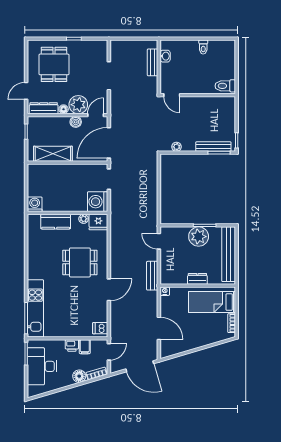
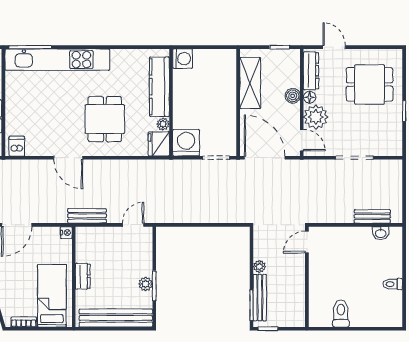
door: (172, 95) -> (307, 242), moved
wall: (198, 95) -> (307, 277), moved
boiler: (76, 122) -> (293, 96), moved
plant: (176, 147) -> (259, 267), moved
kitchen counter: (56, 222) -> (159, 87), width x1.50
plant: (199, 237) -> (146, 284), width x0.53, depth x0.53
kitchen unit: (35, 308) -> (57, 60), width x1.36

